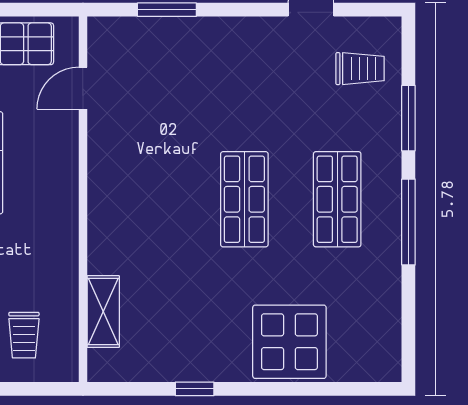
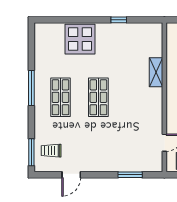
window: (408, 118) -> (31, 152), moved
shelving: (103, 312) -> (156, 72), moved

